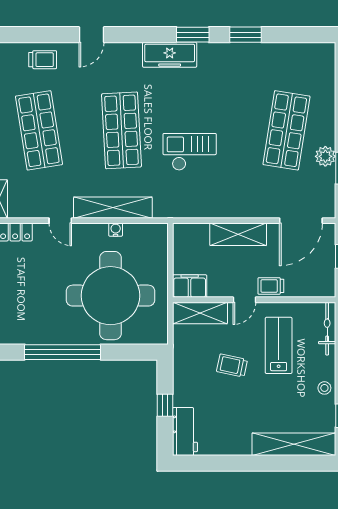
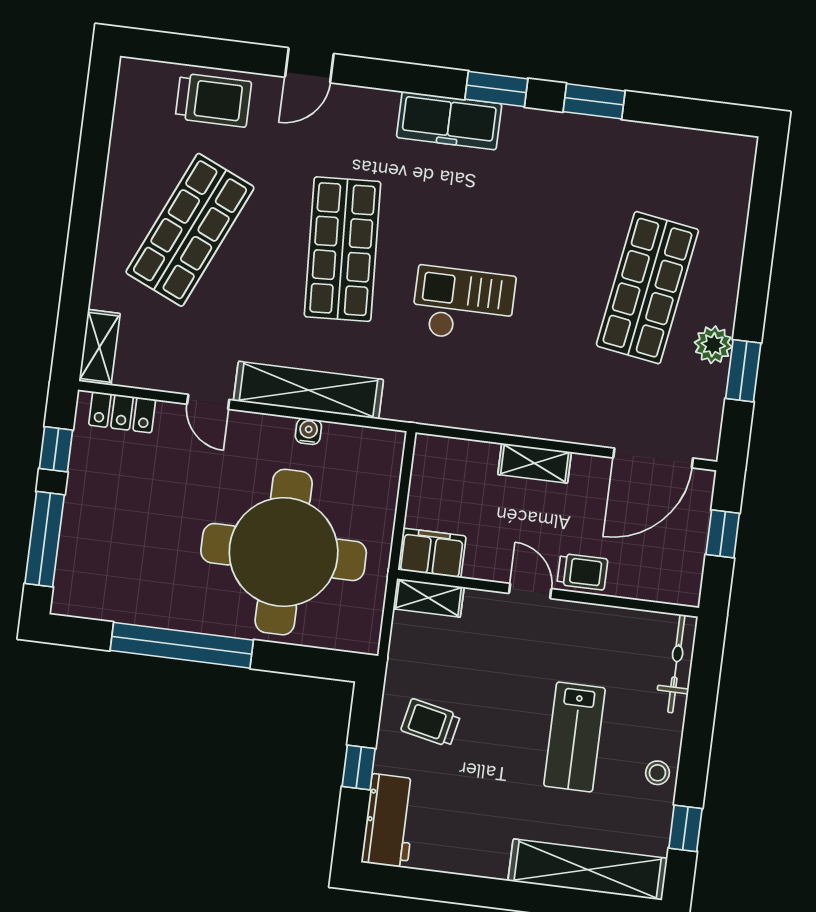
trolley: (43, 60) -> (213, 100), width x1.36, depth x1.39
shop shelf: (39, 130) -> (190, 230), turned 33
shelving: (238, 234) -> (535, 463), width x0.67, depth x0.75
trolley: (271, 286) -> (582, 572), turned 180
door: (244, 300) -> (530, 591), swing flipped
shelving: (200, 313) -> (429, 598), width x0.67, depth x0.75
lab bench: (279, 345) -> (574, 737), moved, turned 180
trolley: (232, 365) -> (431, 723), moved

